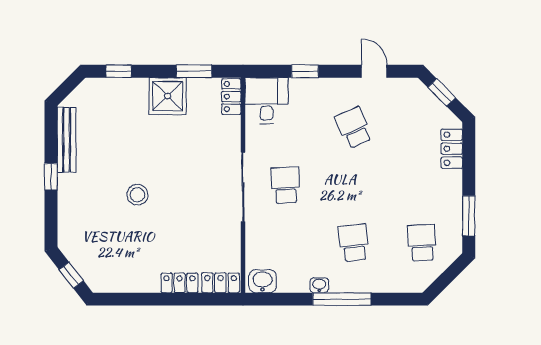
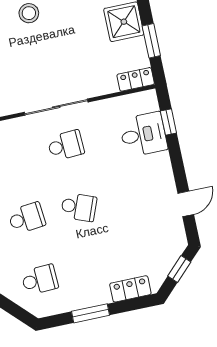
window: (305, 71) -> (168, 122), moved
desk: (267, 101) -> (143, 135), moved
school desk: (354, 128) -> (79, 207), moved, turned 45
window: (469, 216) -> (91, 313), moved

